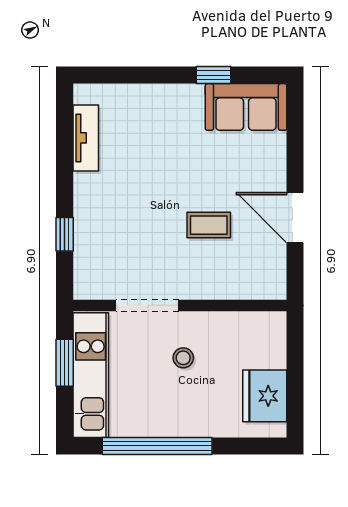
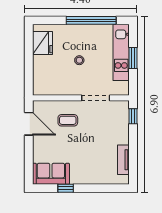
doorway: (147, 305) -> (96, 98), moved
wall: (180, 305) -> (81, 98), moved

